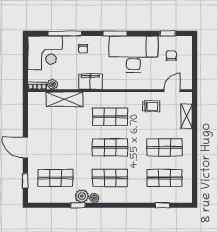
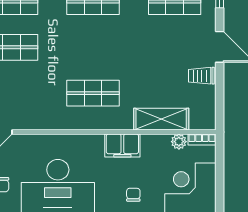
trolley: (151, 106) -> (201, 76), moved
shop shelf: (110, 147) -> (93, 47), removed

